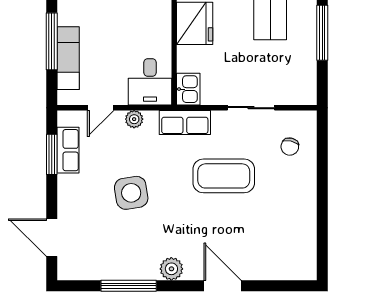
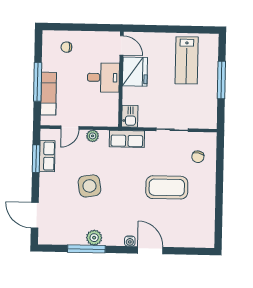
desk: (150, 82) -> (103, 78), moved, turned -90
coffee table: (224, 176) -> (167, 187), moved
plant: (171, 269) -> (94, 238), moved
water cooler: (192, 273) -> (130, 241), added

